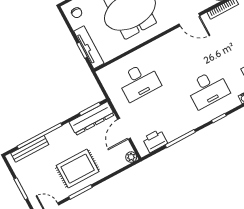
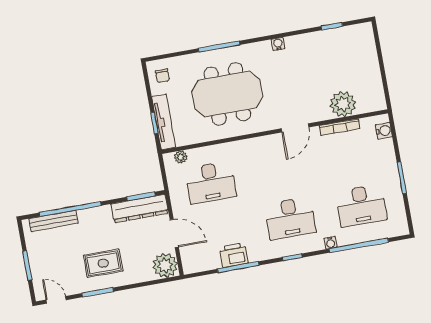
door: (189, 20) -> (295, 128), hinge flipped
plant: (110, 70) -> (181, 157), added
door: (124, 129) -> (174, 233), swing flipped
printer: (155, 141) -> (234, 255), moved
plant: (131, 157) -> (165, 265), width x1.88, depth x1.88
rug: (78, 169) -> (103, 263), width x0.73, depth x0.70

